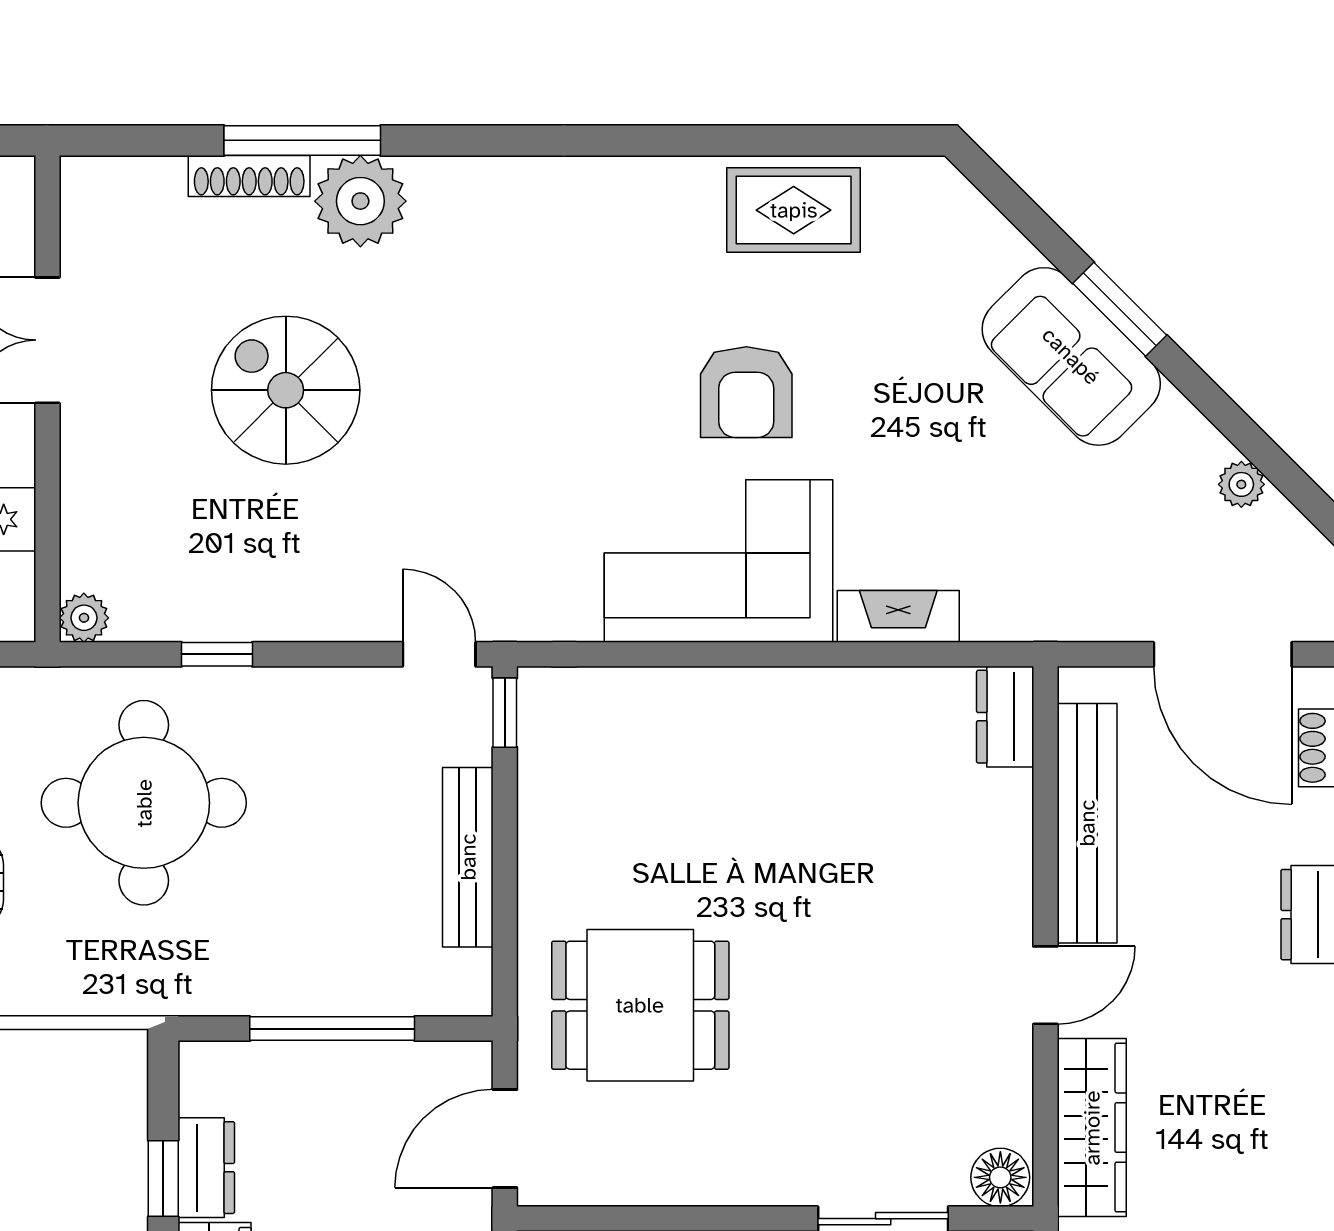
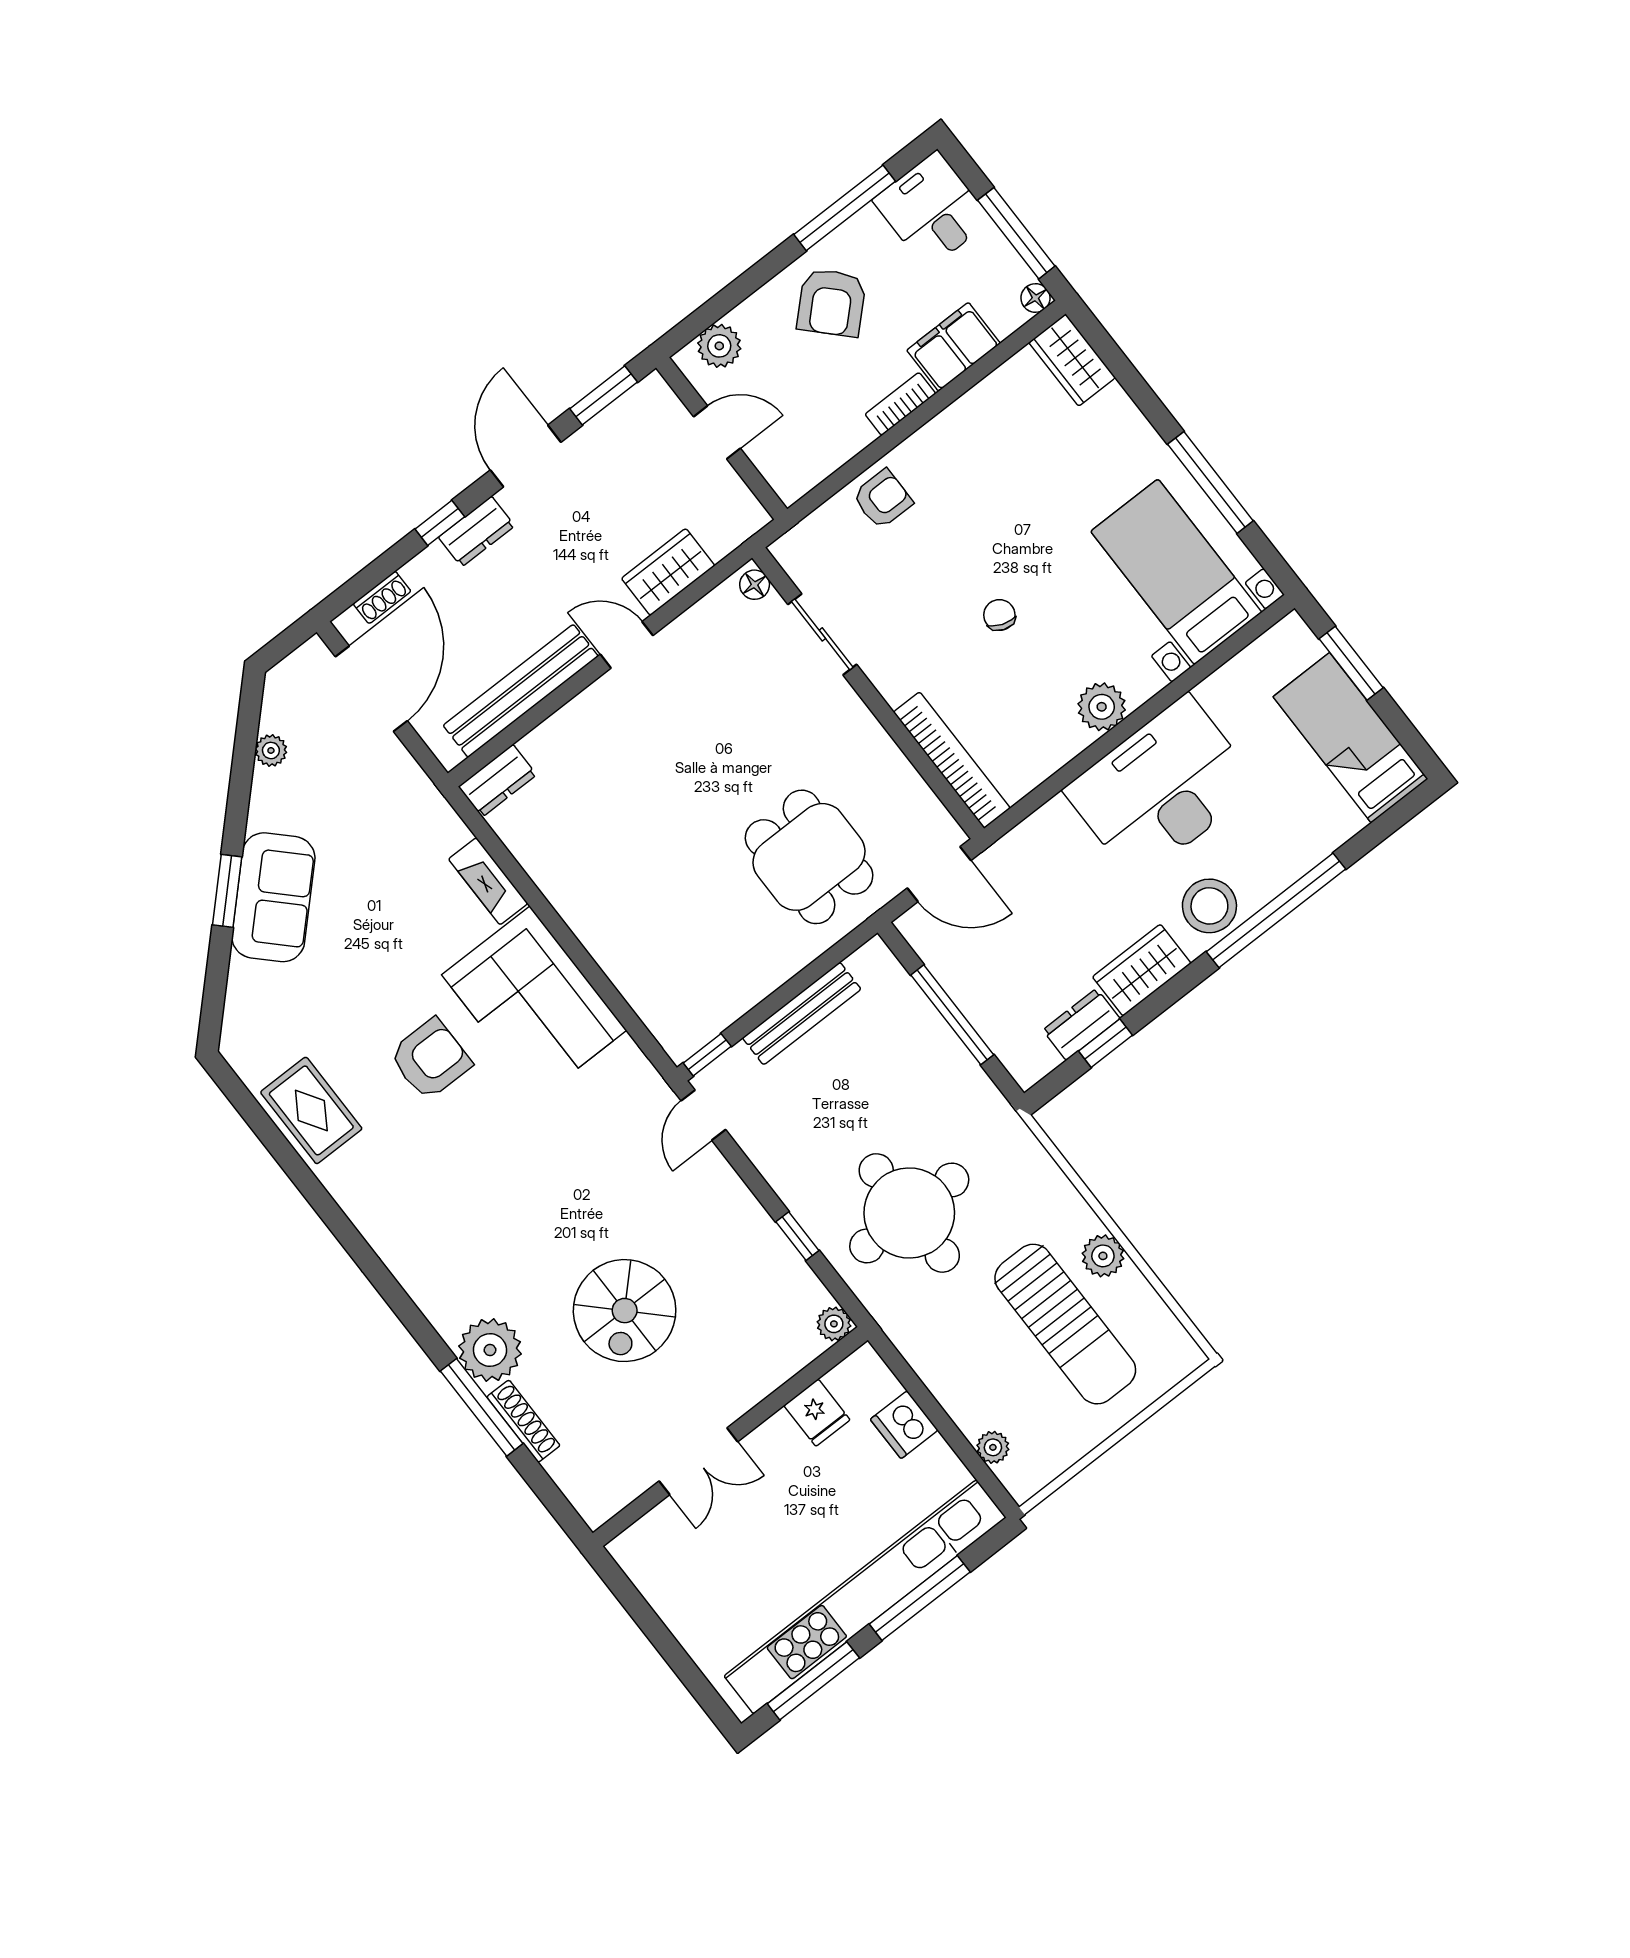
wardrobe: (1092, 1128) -> (668, 572), width x0.67
floor lamp: (1000, 1177) -> (755, 585), width x0.73, depth x0.73

